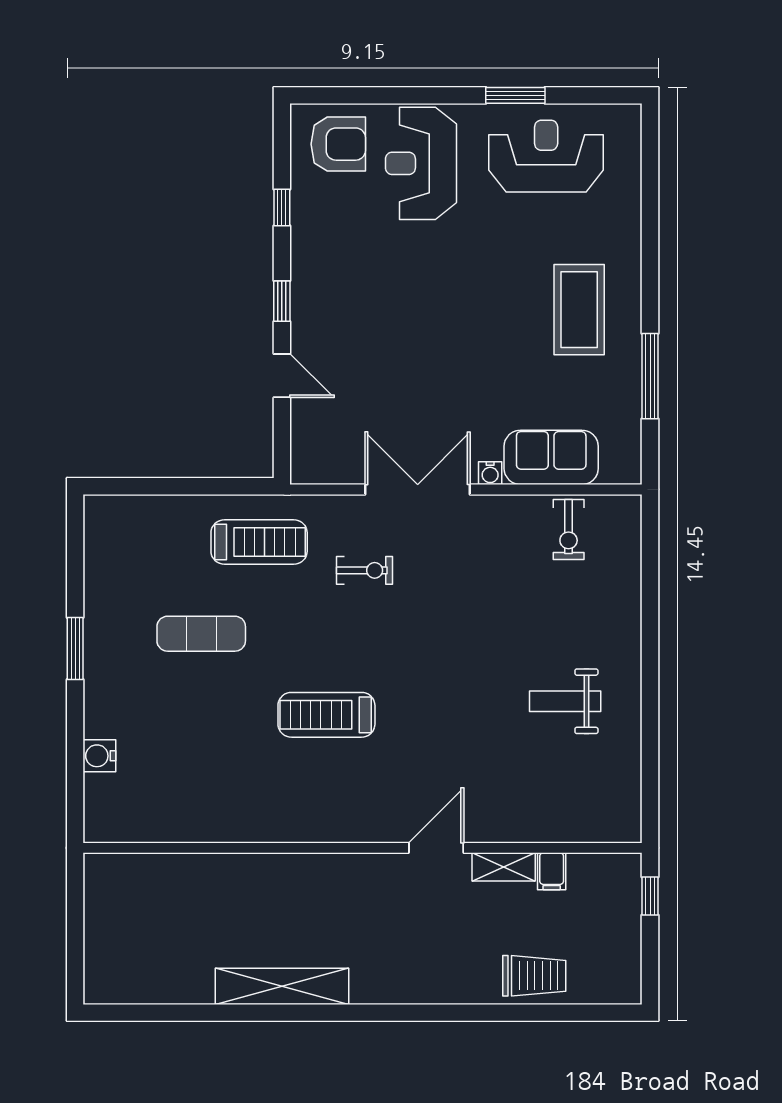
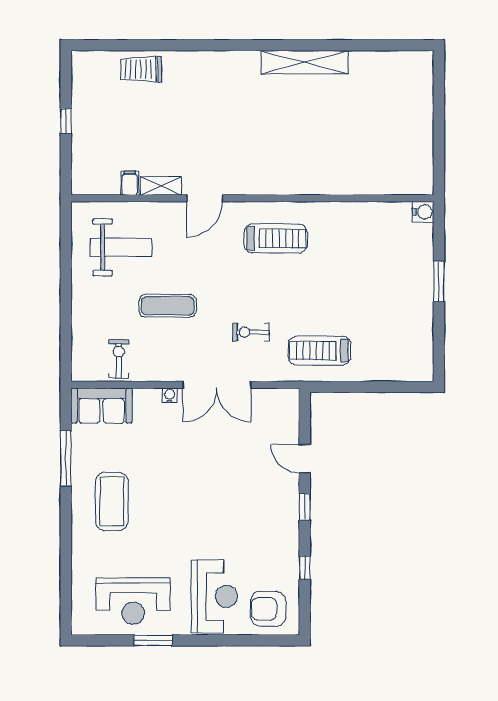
sofa: (551, 457) -> (102, 406), moved
exercise mat: (201, 634) -> (168, 306), moved
weight bench: (565, 701) -> (121, 247), width x1.36, depth x1.33
wall: (363, 848) -> (252, 198), moved
door: (436, 848) -> (205, 198), moved
shelving: (504, 867) -> (161, 186), moved
filing cabinet: (552, 871) -> (130, 183), moved

